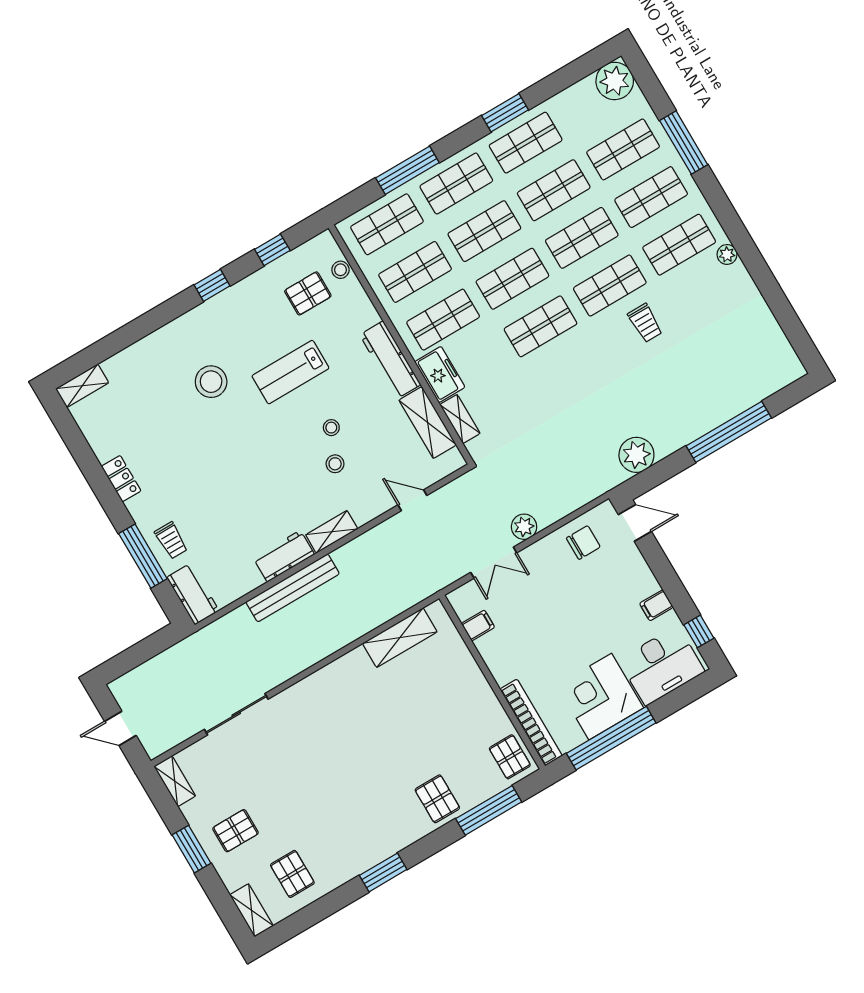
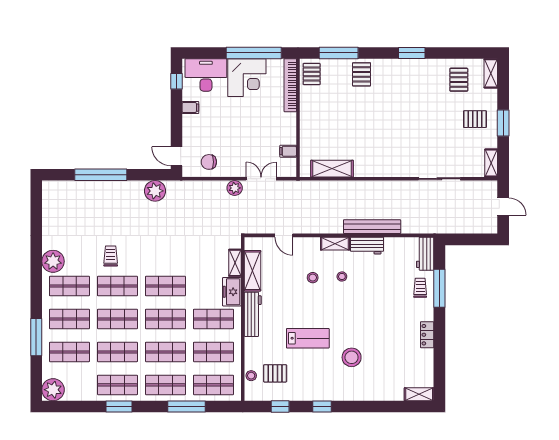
plant: (727, 254) -> (53, 261), width x1.87, depth x1.87
stool: (331, 428) -> (342, 276), moved

